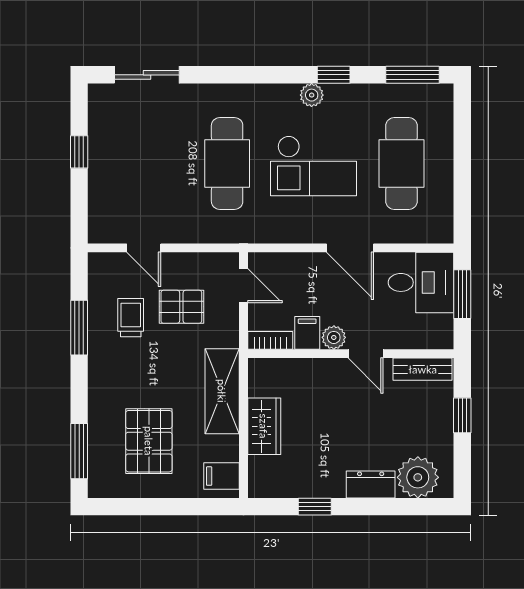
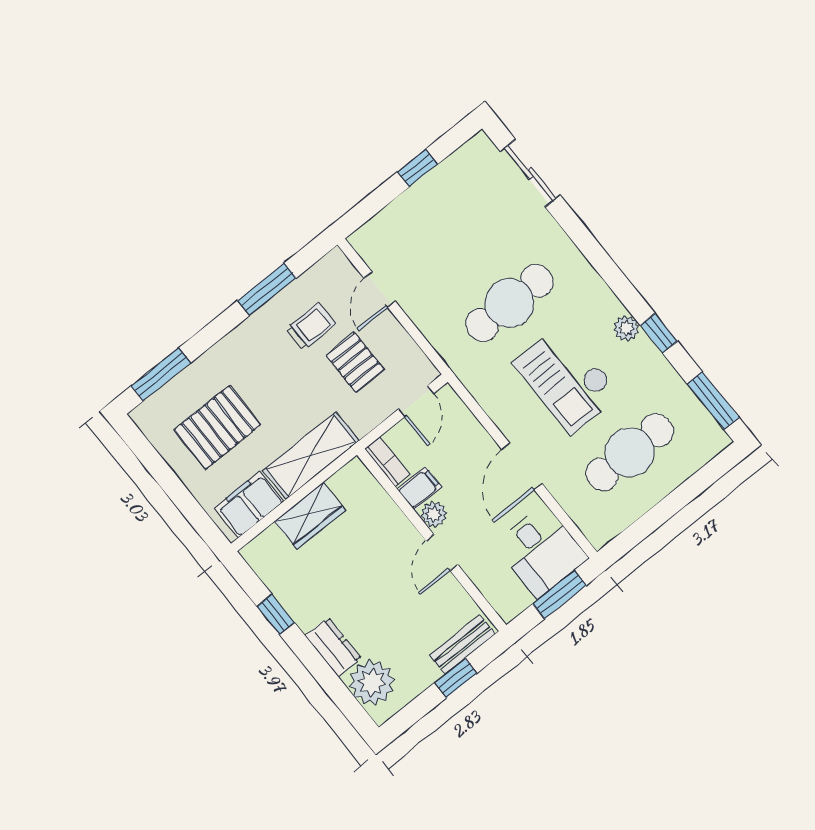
bench: (423, 369) -> (462, 645), moved, turned 90
filing cabinet: (222, 476) -> (249, 504), width x2.00

